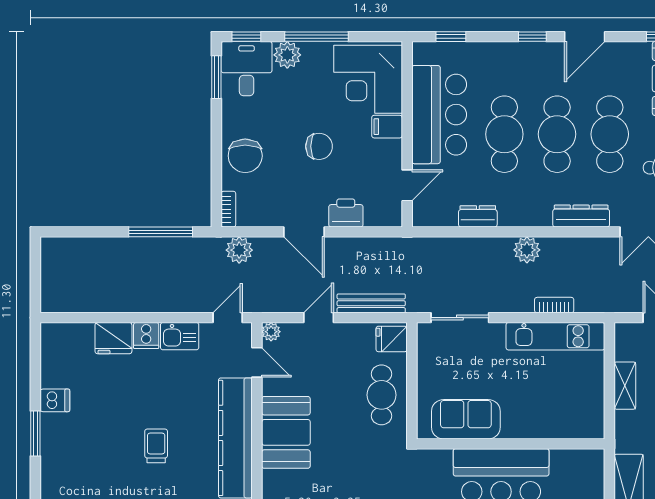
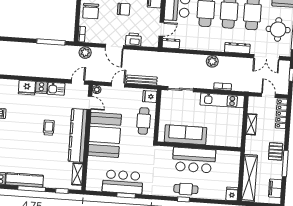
dresser: (478, 216) -> (171, 44), moved
sofa: (466, 419) -> (186, 135), width x1.36
booth: (286, 432) -> (105, 135), width x1.36, depth x1.42
trolley: (156, 446) -> (49, 128), moved

